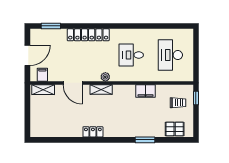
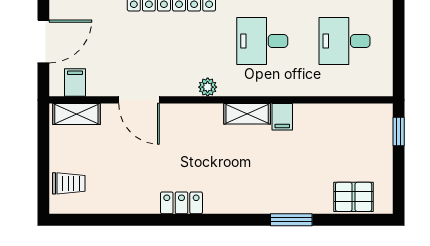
desk: (170, 55) -> (345, 41), width x0.73
shelving: (101, 90) -> (247, 114), moved
filing cabinet: (146, 91) -> (282, 117), width x0.50
trolley: (178, 103) -> (69, 183), moved

